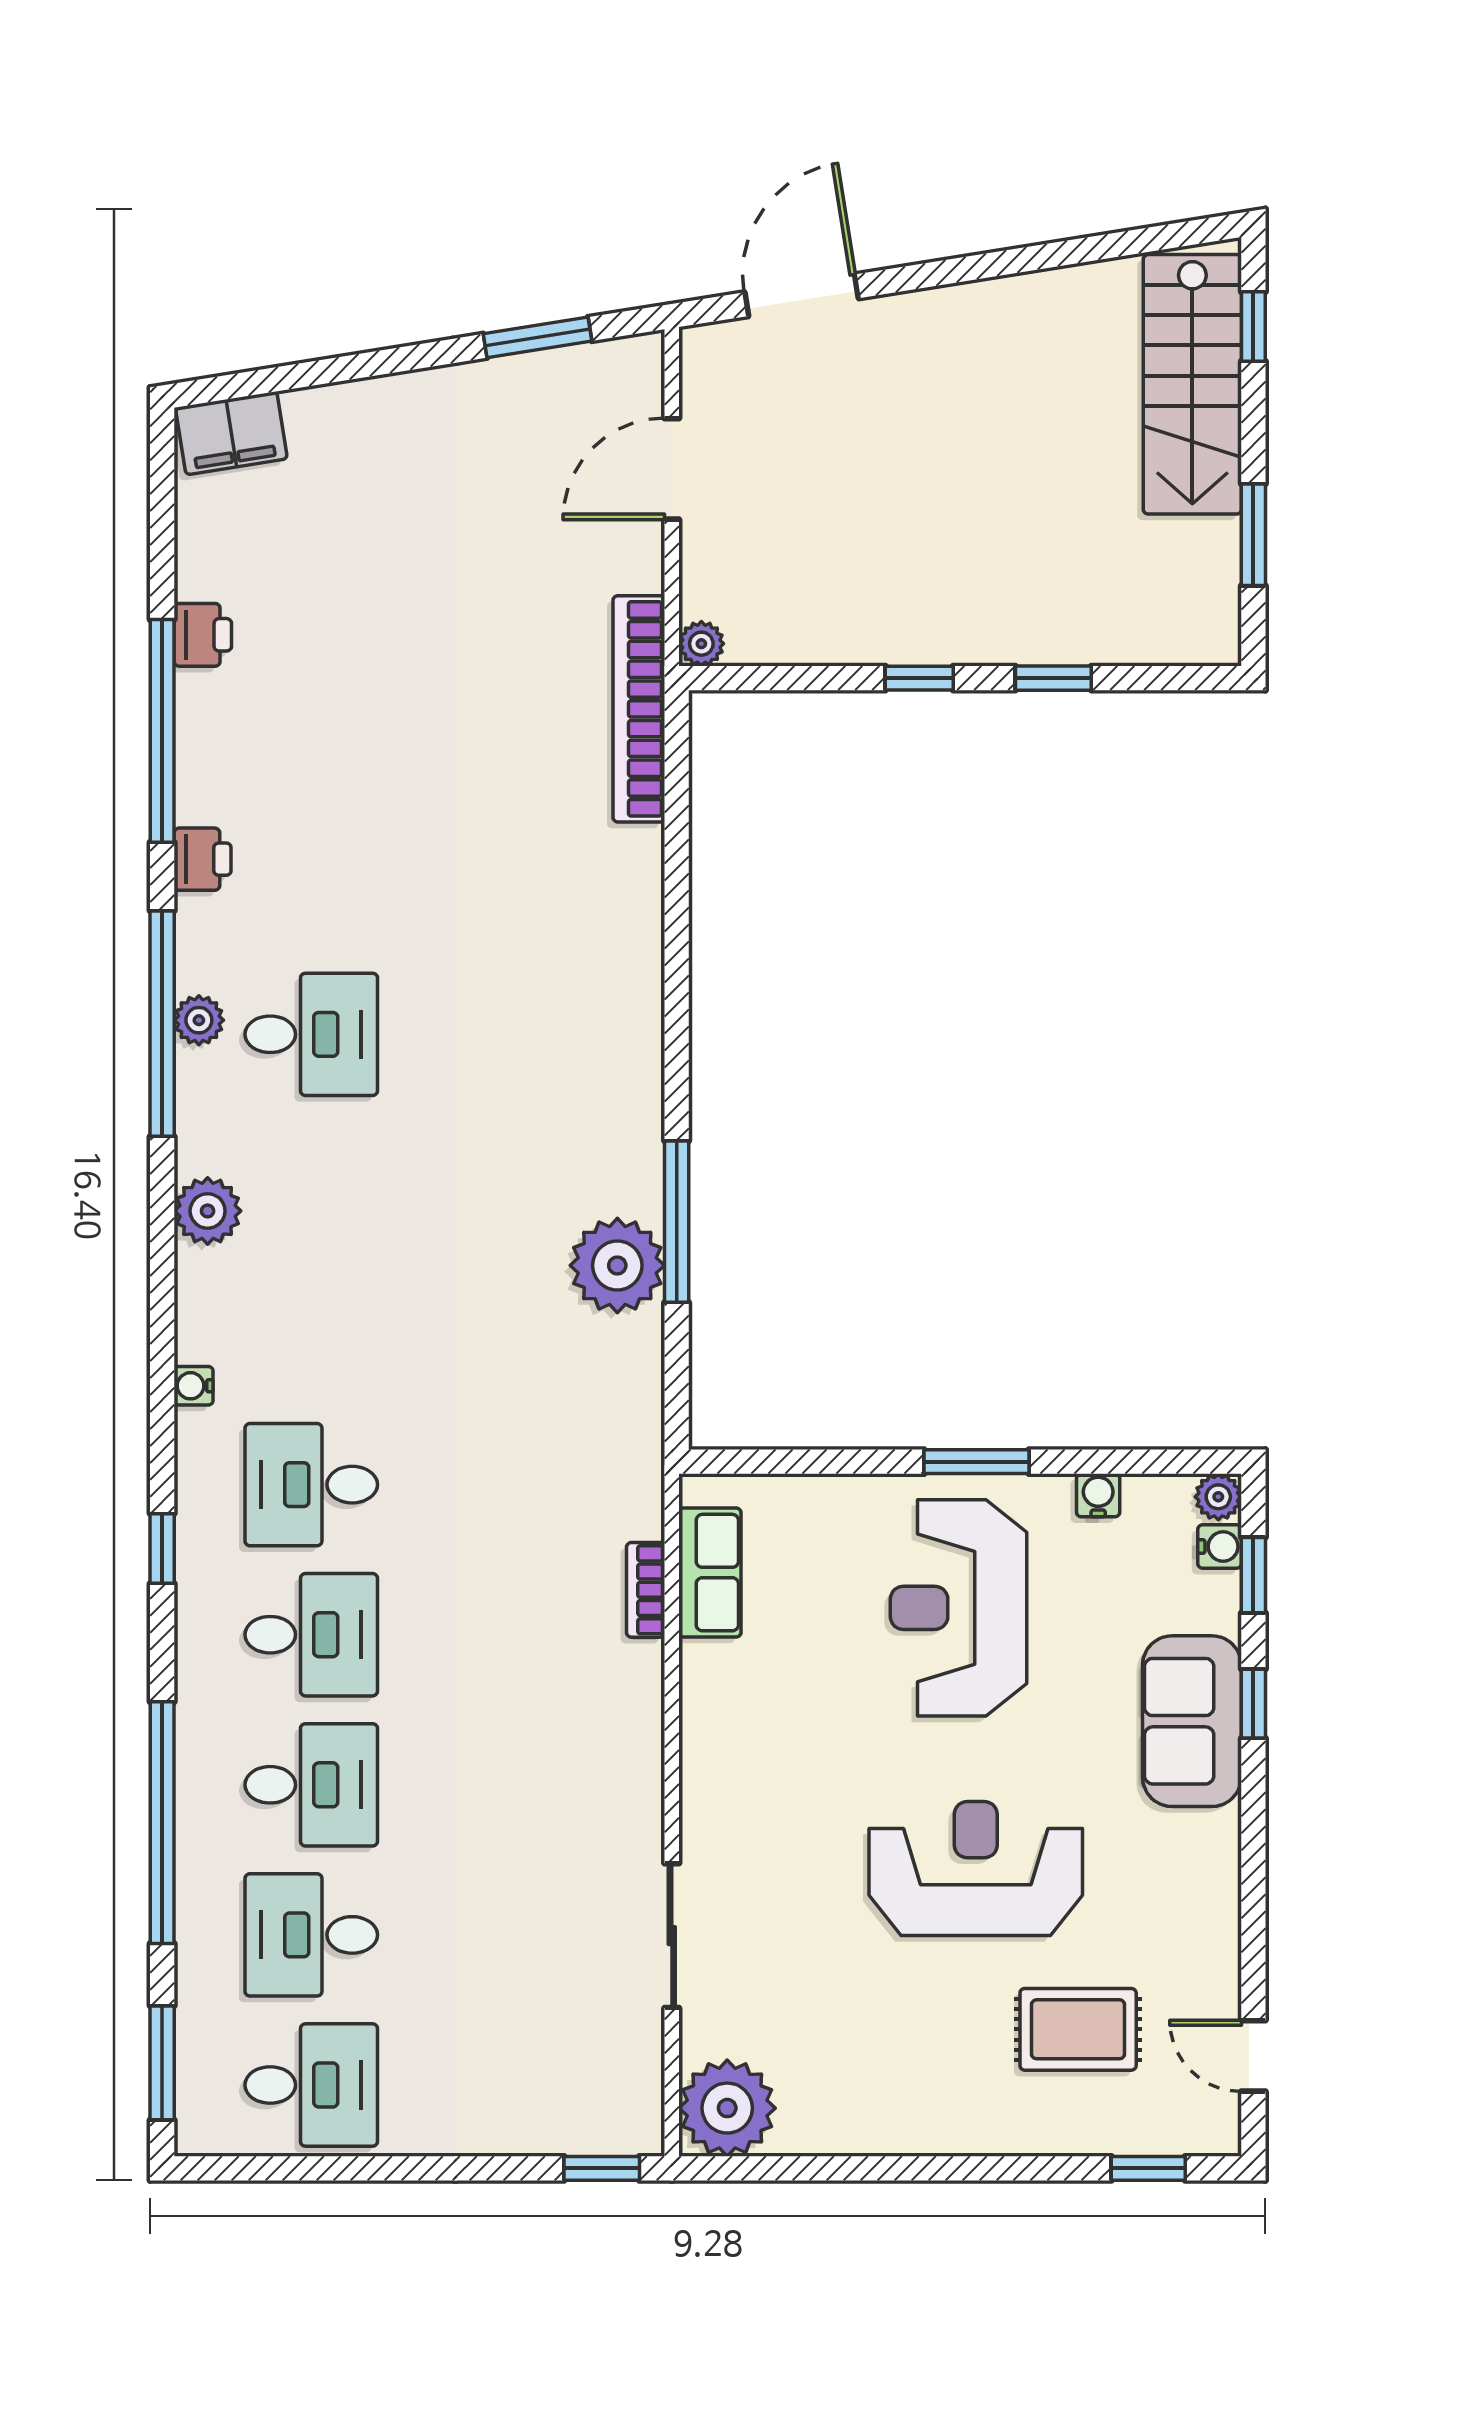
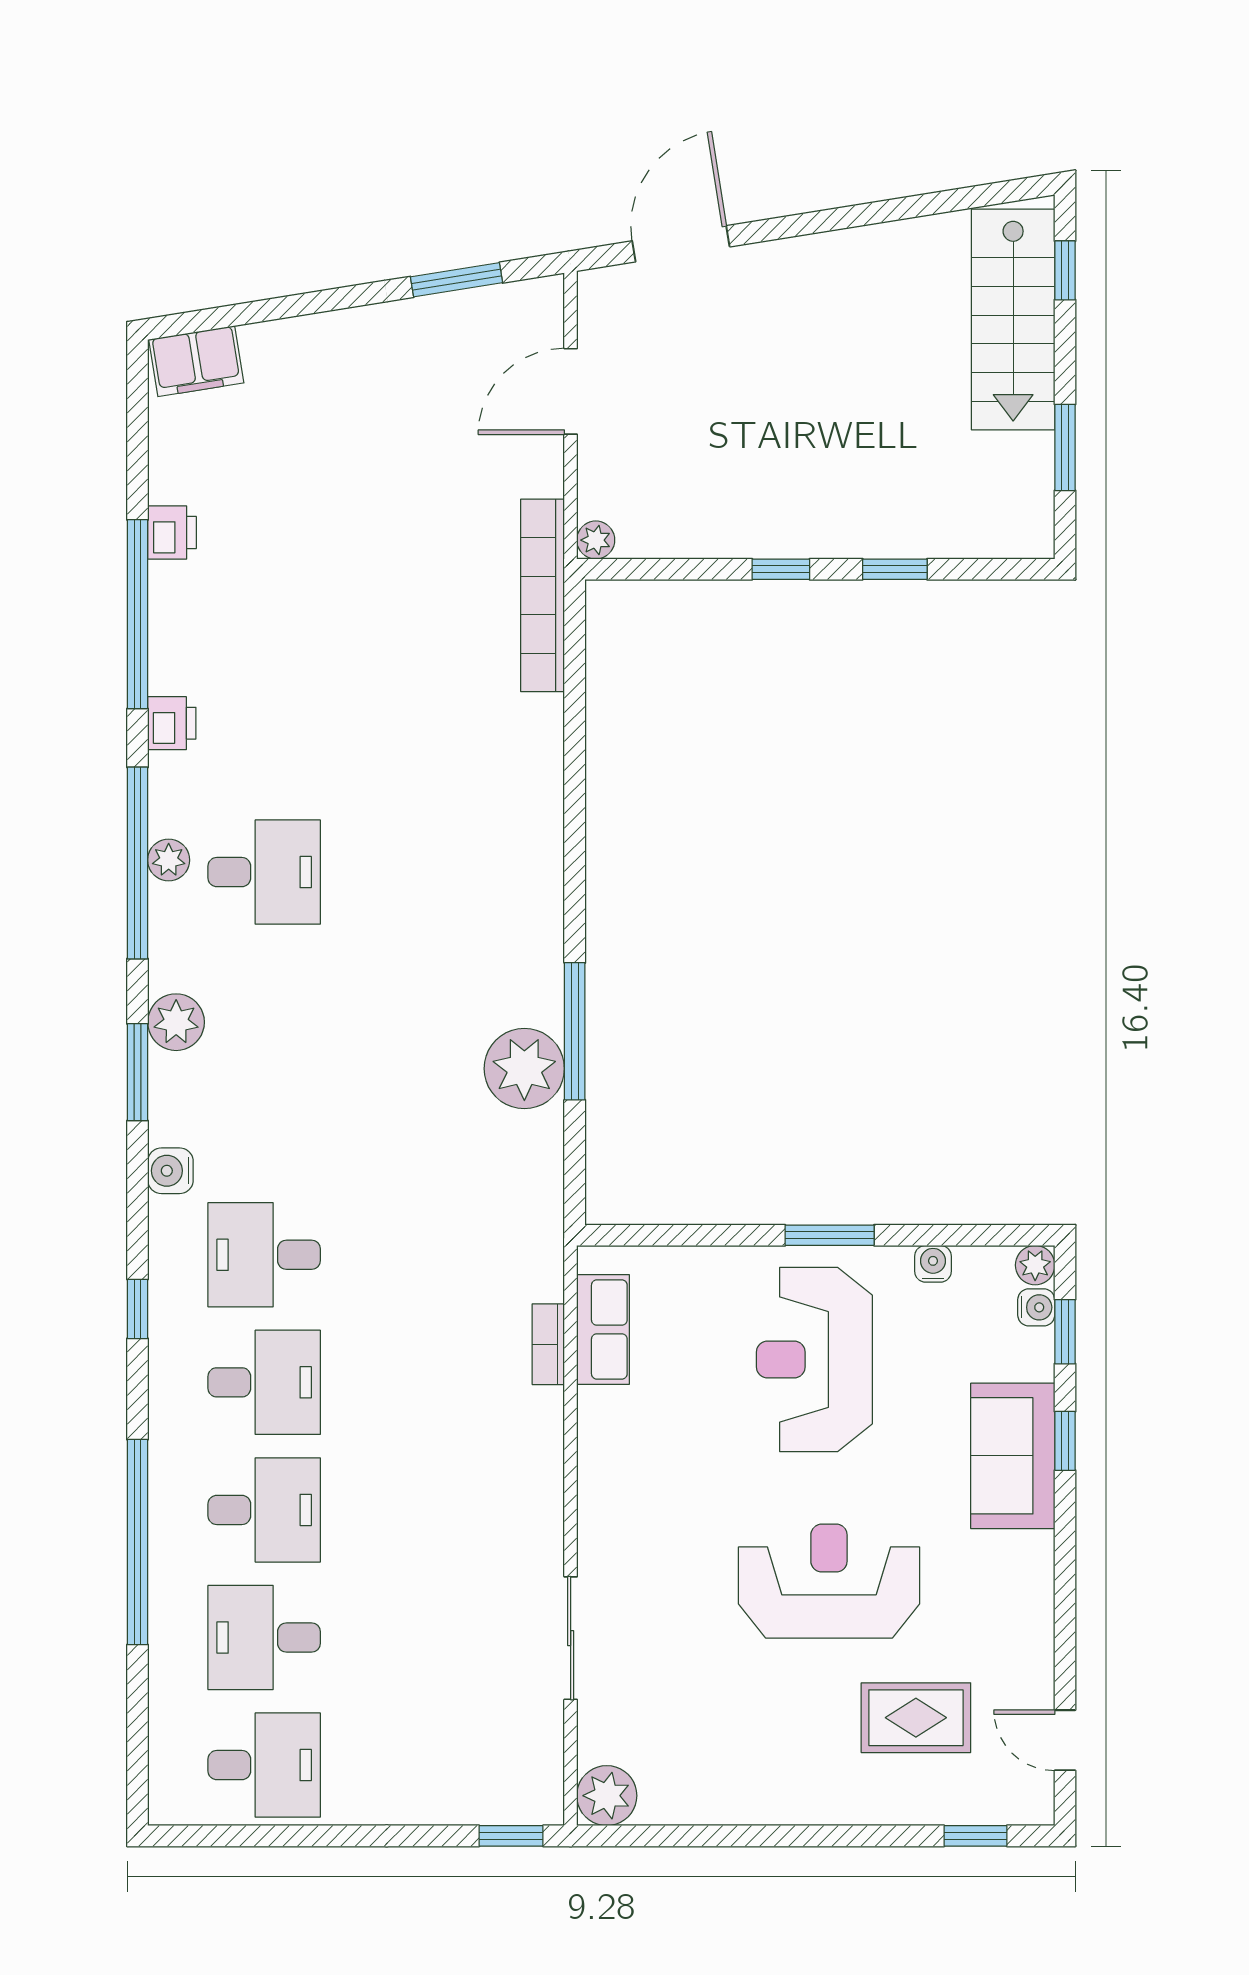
water cooler: (194, 1386) -> (170, 1171), width x1.38, depth x1.38
window: (162, 2063) -> (137, 1072), moved
plant: (727, 2108) -> (607, 1796), width x0.73, depth x0.73

